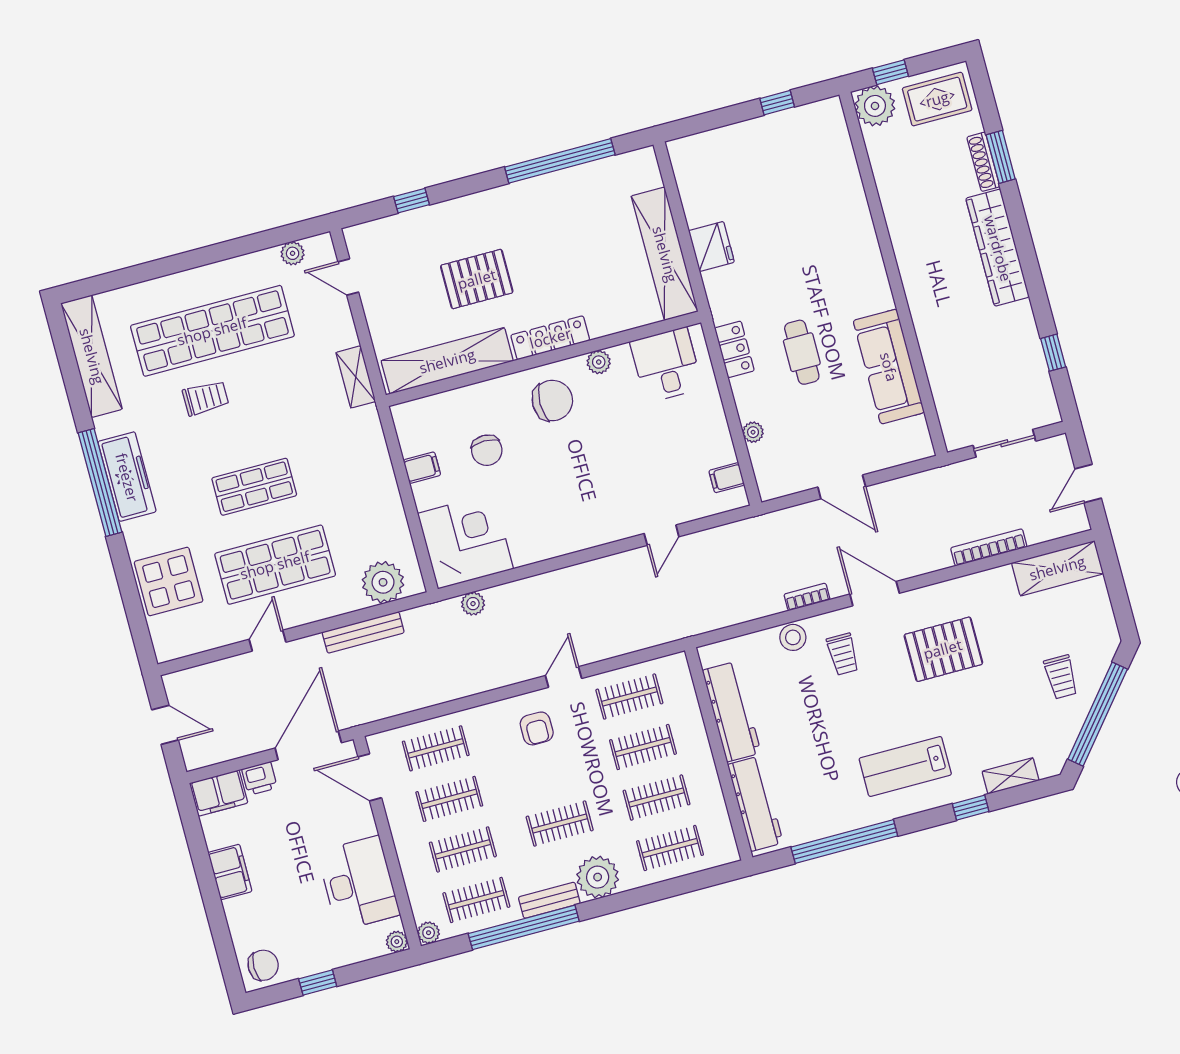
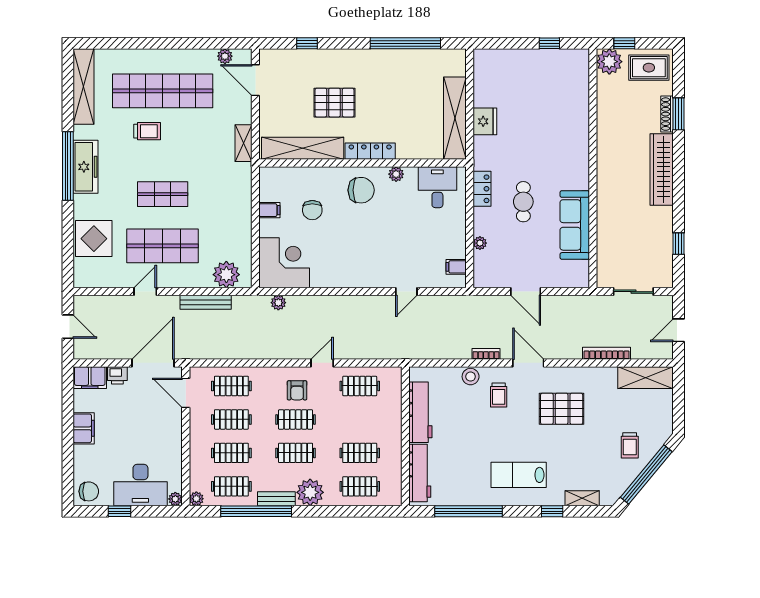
door: (348, 277) -> (255, 80), width x1.38
clothes rail: (643, 747) -> (296, 419), moved
desk: (358, 883) -> (140, 485), moved, turned 90

